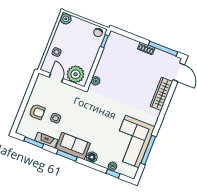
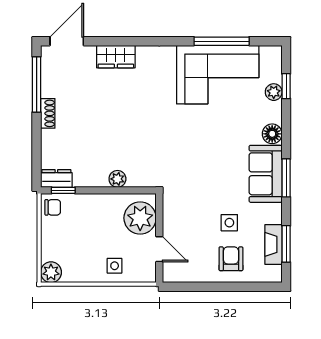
dresser: (112, 40) -> (56, 178), added
door: (56, 78) -> (159, 249), swing flipped
plant: (96, 81) -> (117, 179), moved
wardrobe: (161, 94) -> (116, 57), width x0.67
fireplace: (46, 140) -> (273, 244), moved

